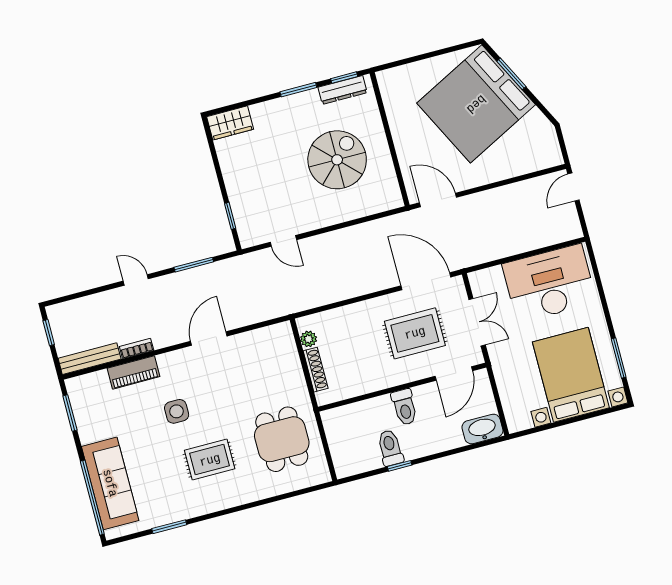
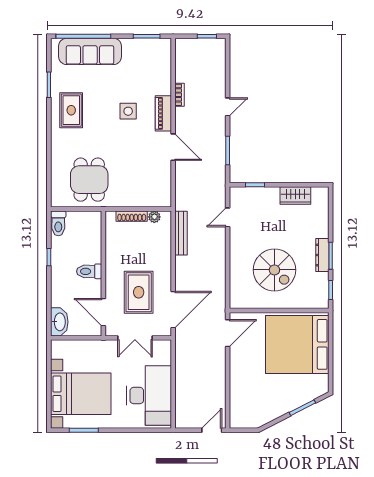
dresser: (343, 90) -> (322, 255), moved
bed: (476, 104) -> (297, 344), moved, turned -63
wardrobe: (230, 123) -> (295, 195), moved, turned -90
door: (573, 187) -> (212, 430), hinge flipped
bench: (90, 359) -> (181, 233), moved
piano: (134, 372) -> (163, 113), moved
dining table: (282, 439) -> (89, 180), turned 90
toilet: (390, 448) -> (58, 223), moved, turned 90
rug: (210, 460) -> (71, 110), moved

